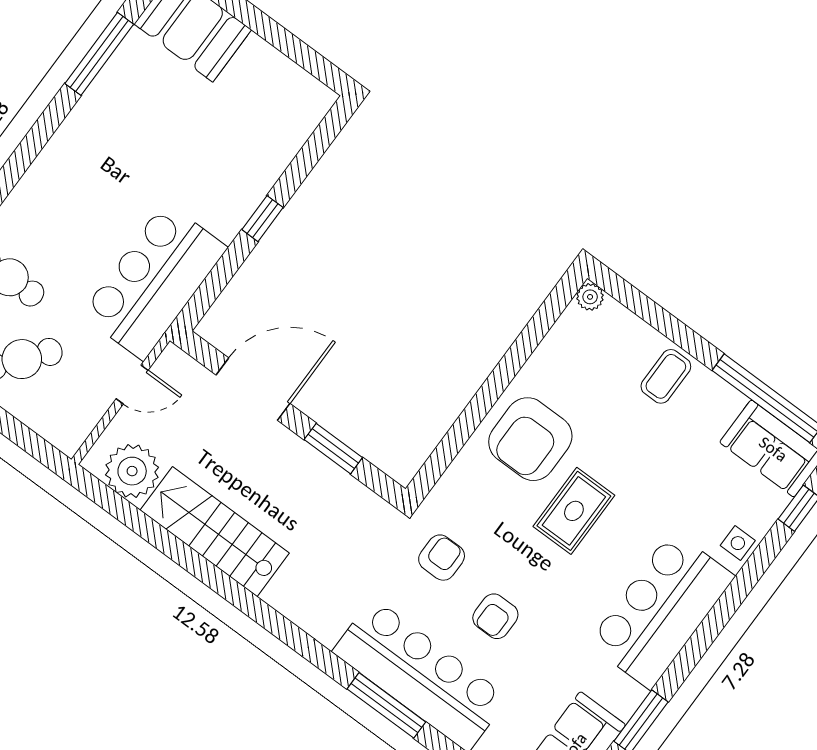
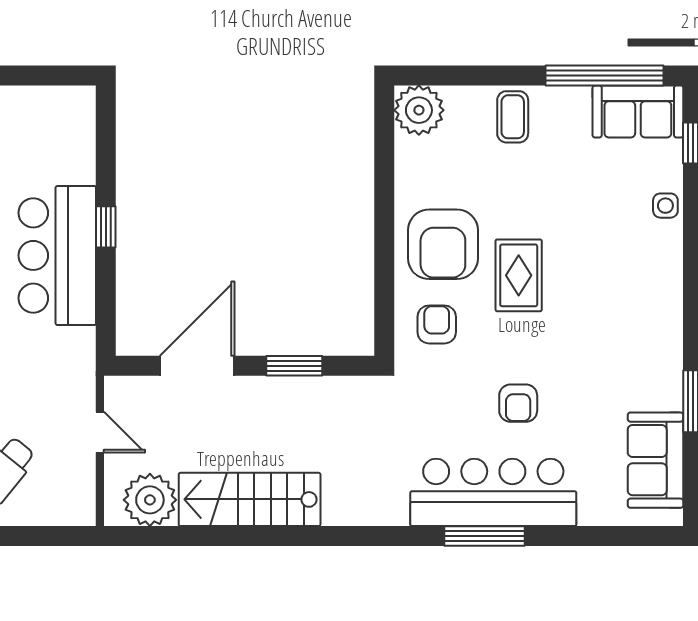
bar counter: (154, 281) -> (57, 255), moved
plant: (590, 297) -> (419, 110), width x1.88, depth x1.88
door: (132, 384) -> (100, 432), hinge flipped
armchair: (442, 558) -> (437, 324), moved
bar counter: (661, 610) -> (644, 302), removed

